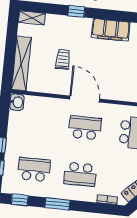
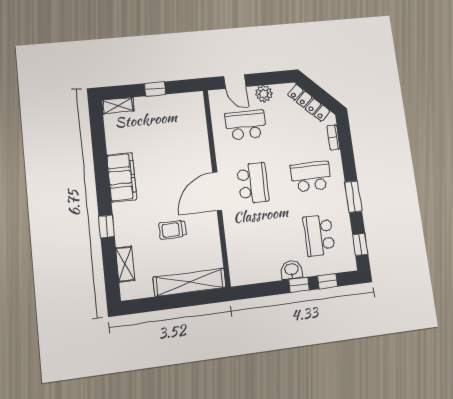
shelving: (32, 18) -> (125, 264), moved
washbasin: (17, 102) -> (291, 270), moved
school desk: (85, 128) -> (253, 183), turned 180
school desk: (80, 174) -> (311, 177), turned -90

